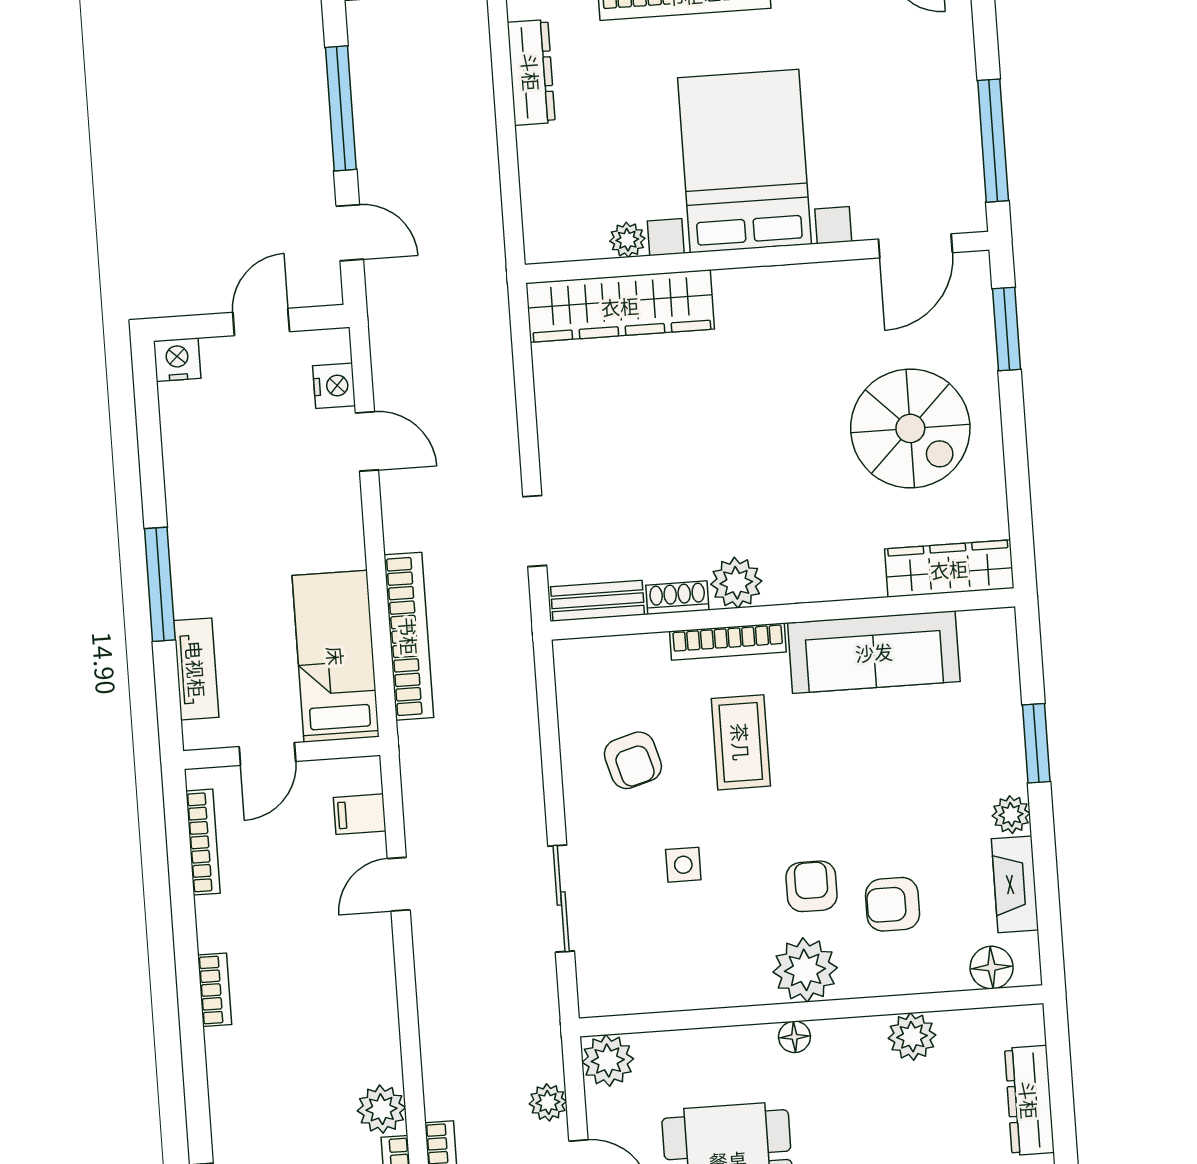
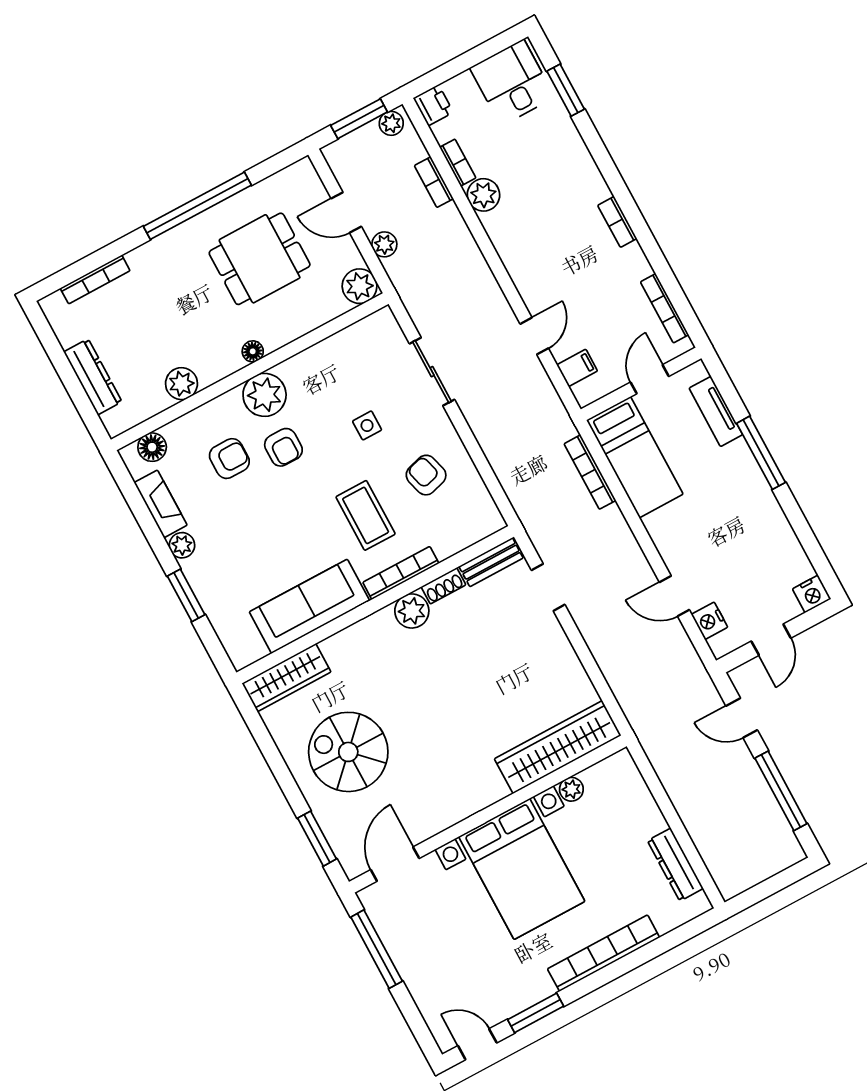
bookcase: (409, 636) -> (590, 472), width x0.68, depth x0.76

